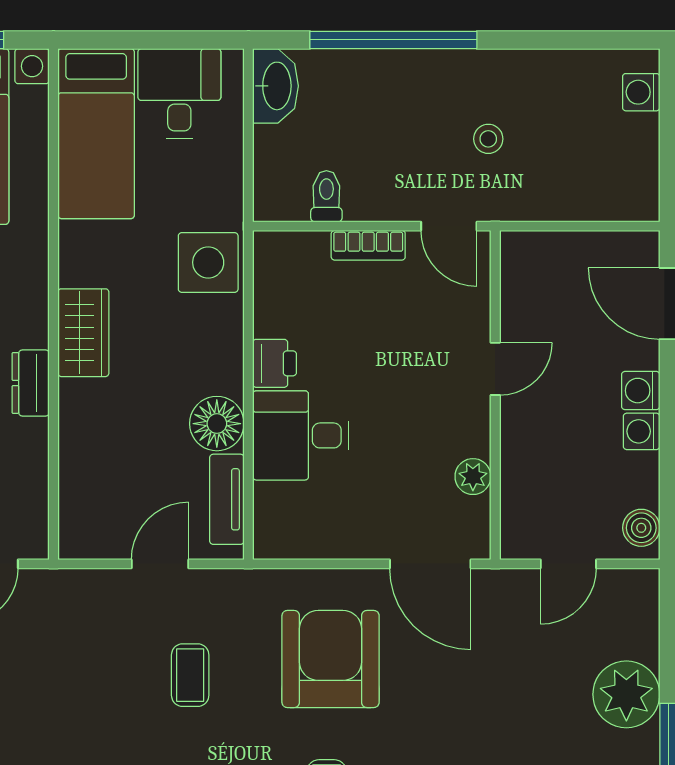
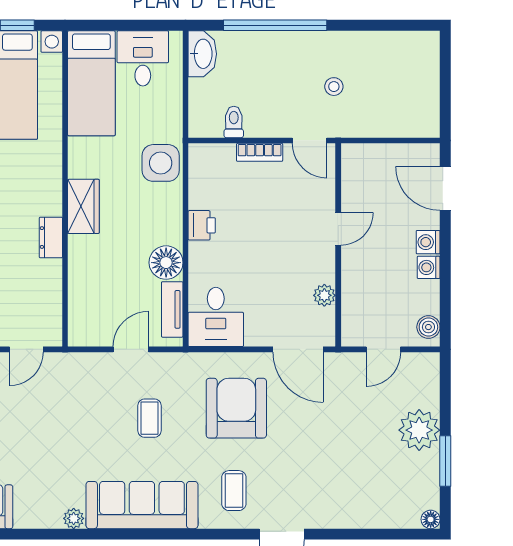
washing machine: (641, 92) -> (428, 58), removed
desk: (301, 435) -> (216, 317), moved, turned -90

